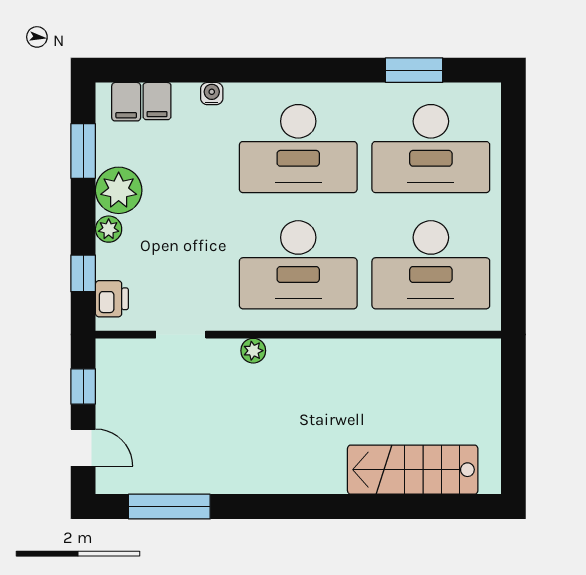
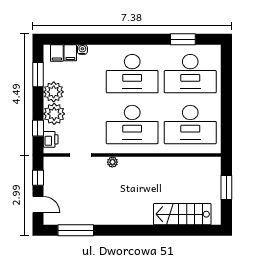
water cooler: (212, 94) -> (82, 49), moved
plant: (109, 229) -> (54, 114), width x1.87, depth x1.87
window: (513, 409) -> (226, 188), added

